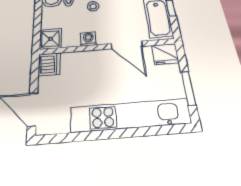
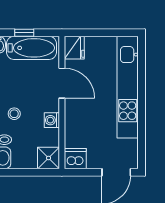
door: (127, 45) -> (62, 83), hinge flipped
window: (188, 88) -> (109, 33), removed

